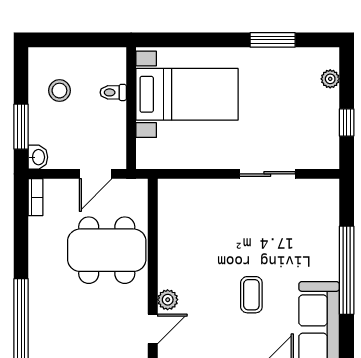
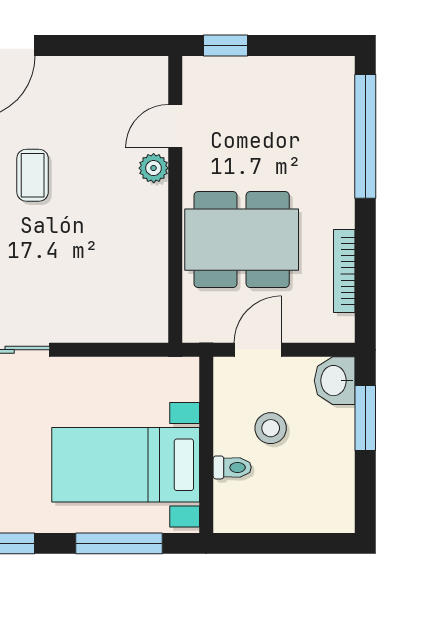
window: (192, 40) -> (119, 543), added
stool: (59, 91) -> (271, 428), moved
washbasin: (38, 157) -> (335, 381), width x1.38, depth x1.45
bookcase: (36, 197) -> (344, 271), moved, width x1.56

